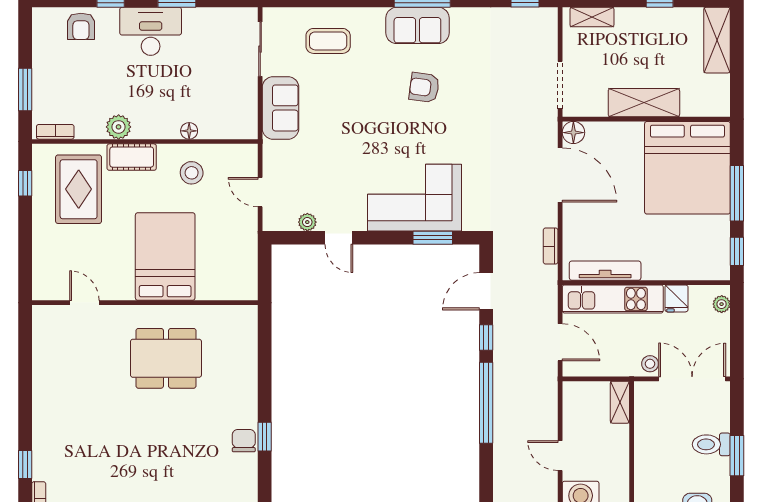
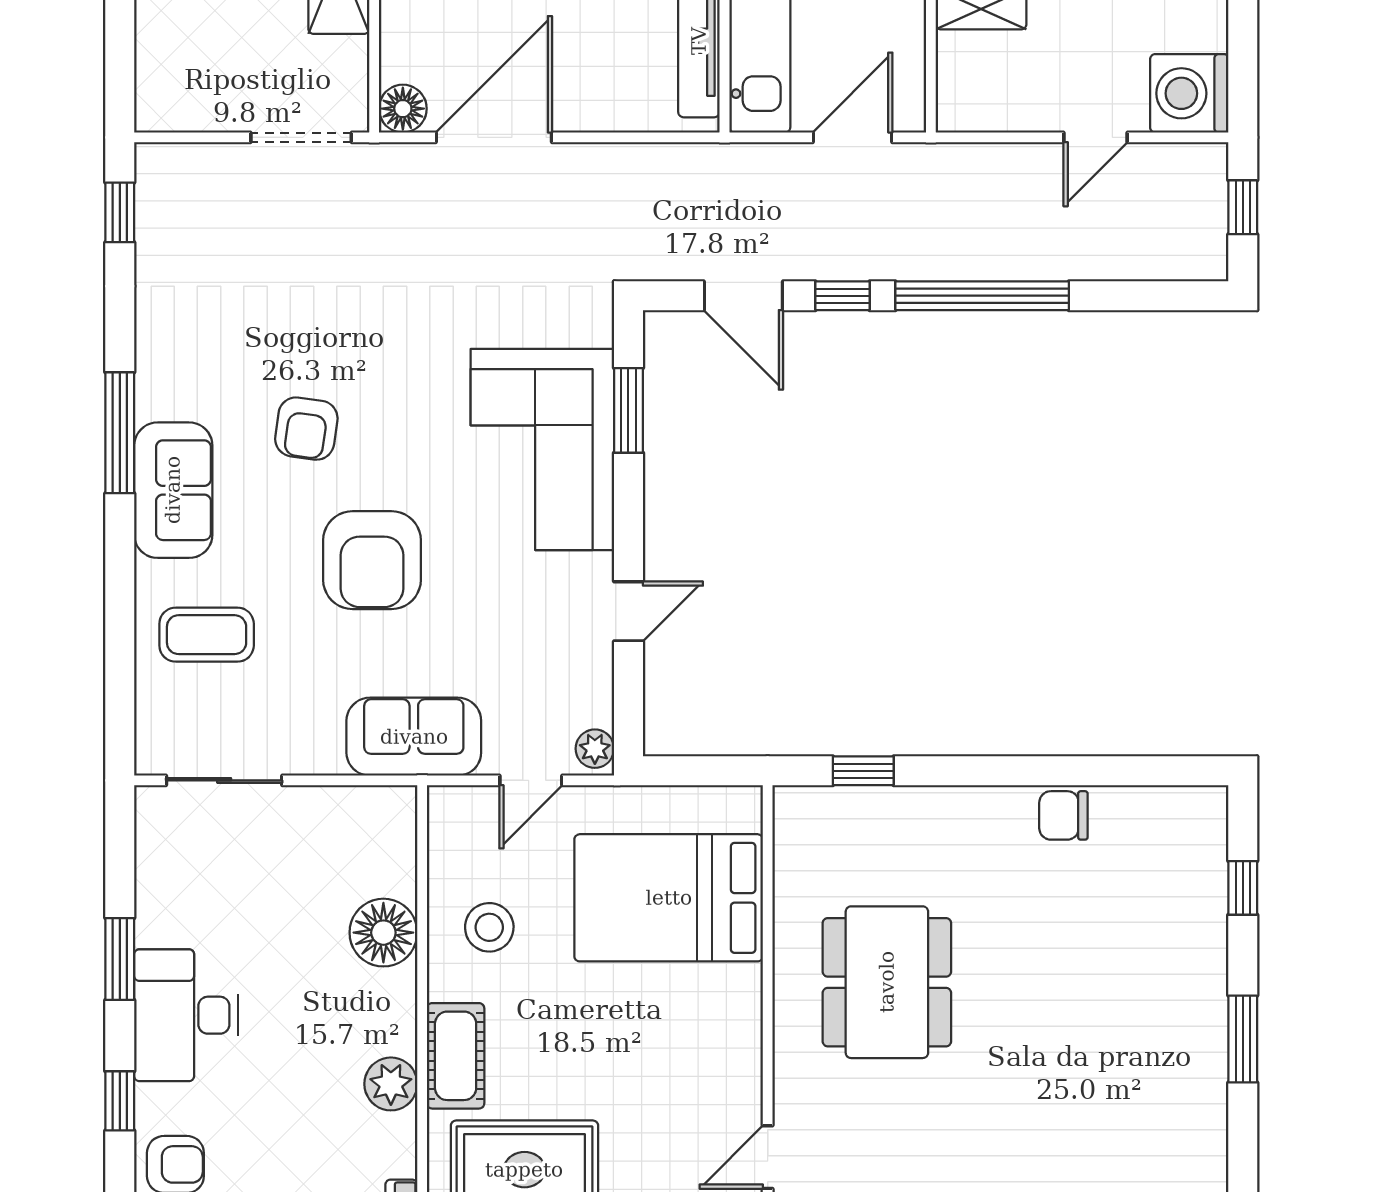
shelving: (592, 17) -> (155, 69), removed
sofa: (417, 25) -> (173, 490), moved
coffee table: (328, 41) -> (207, 635), turned 90
sofa: (281, 108) -> (414, 737), moved
armchair: (363, 118) -> (372, 560), added
floor lamp: (189, 131) -> (383, 933), width x1.89, depth x1.89
plant: (307, 222) -> (595, 749), moved
bookcase: (551, 246) -> (646, 158), removed
bed: (165, 256) -> (669, 898), moved
window: (265, 437) -> (863, 771), moved

